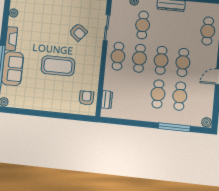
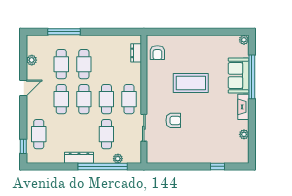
armchair: (78, 32) -> (173, 120), turned 141
plant: (207, 122) -> (32, 60), moved

